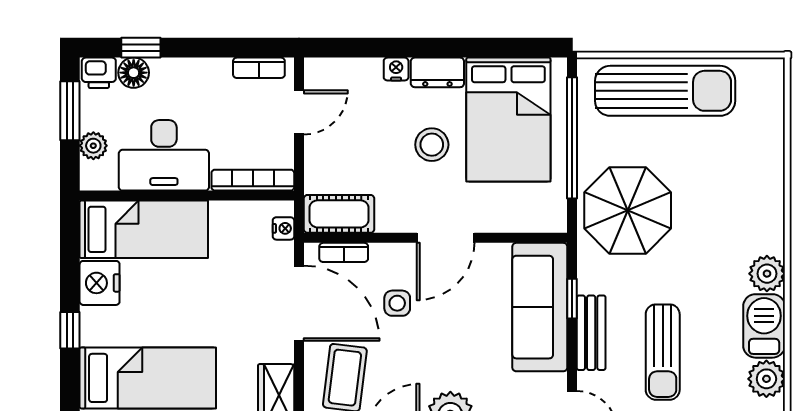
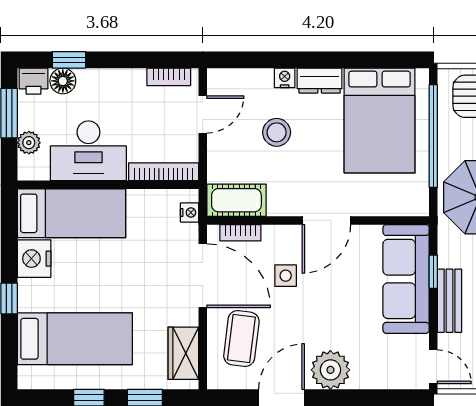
stool: (432, 145) -> (277, 132), moved

